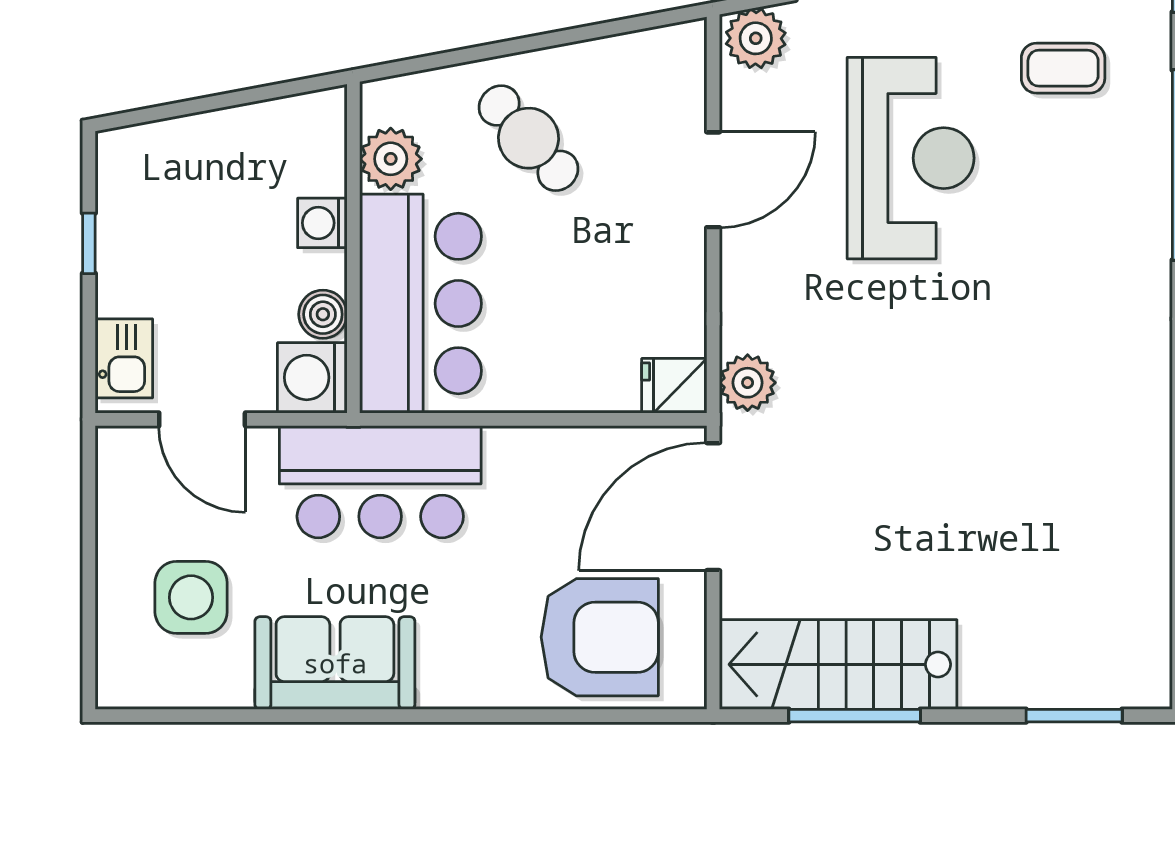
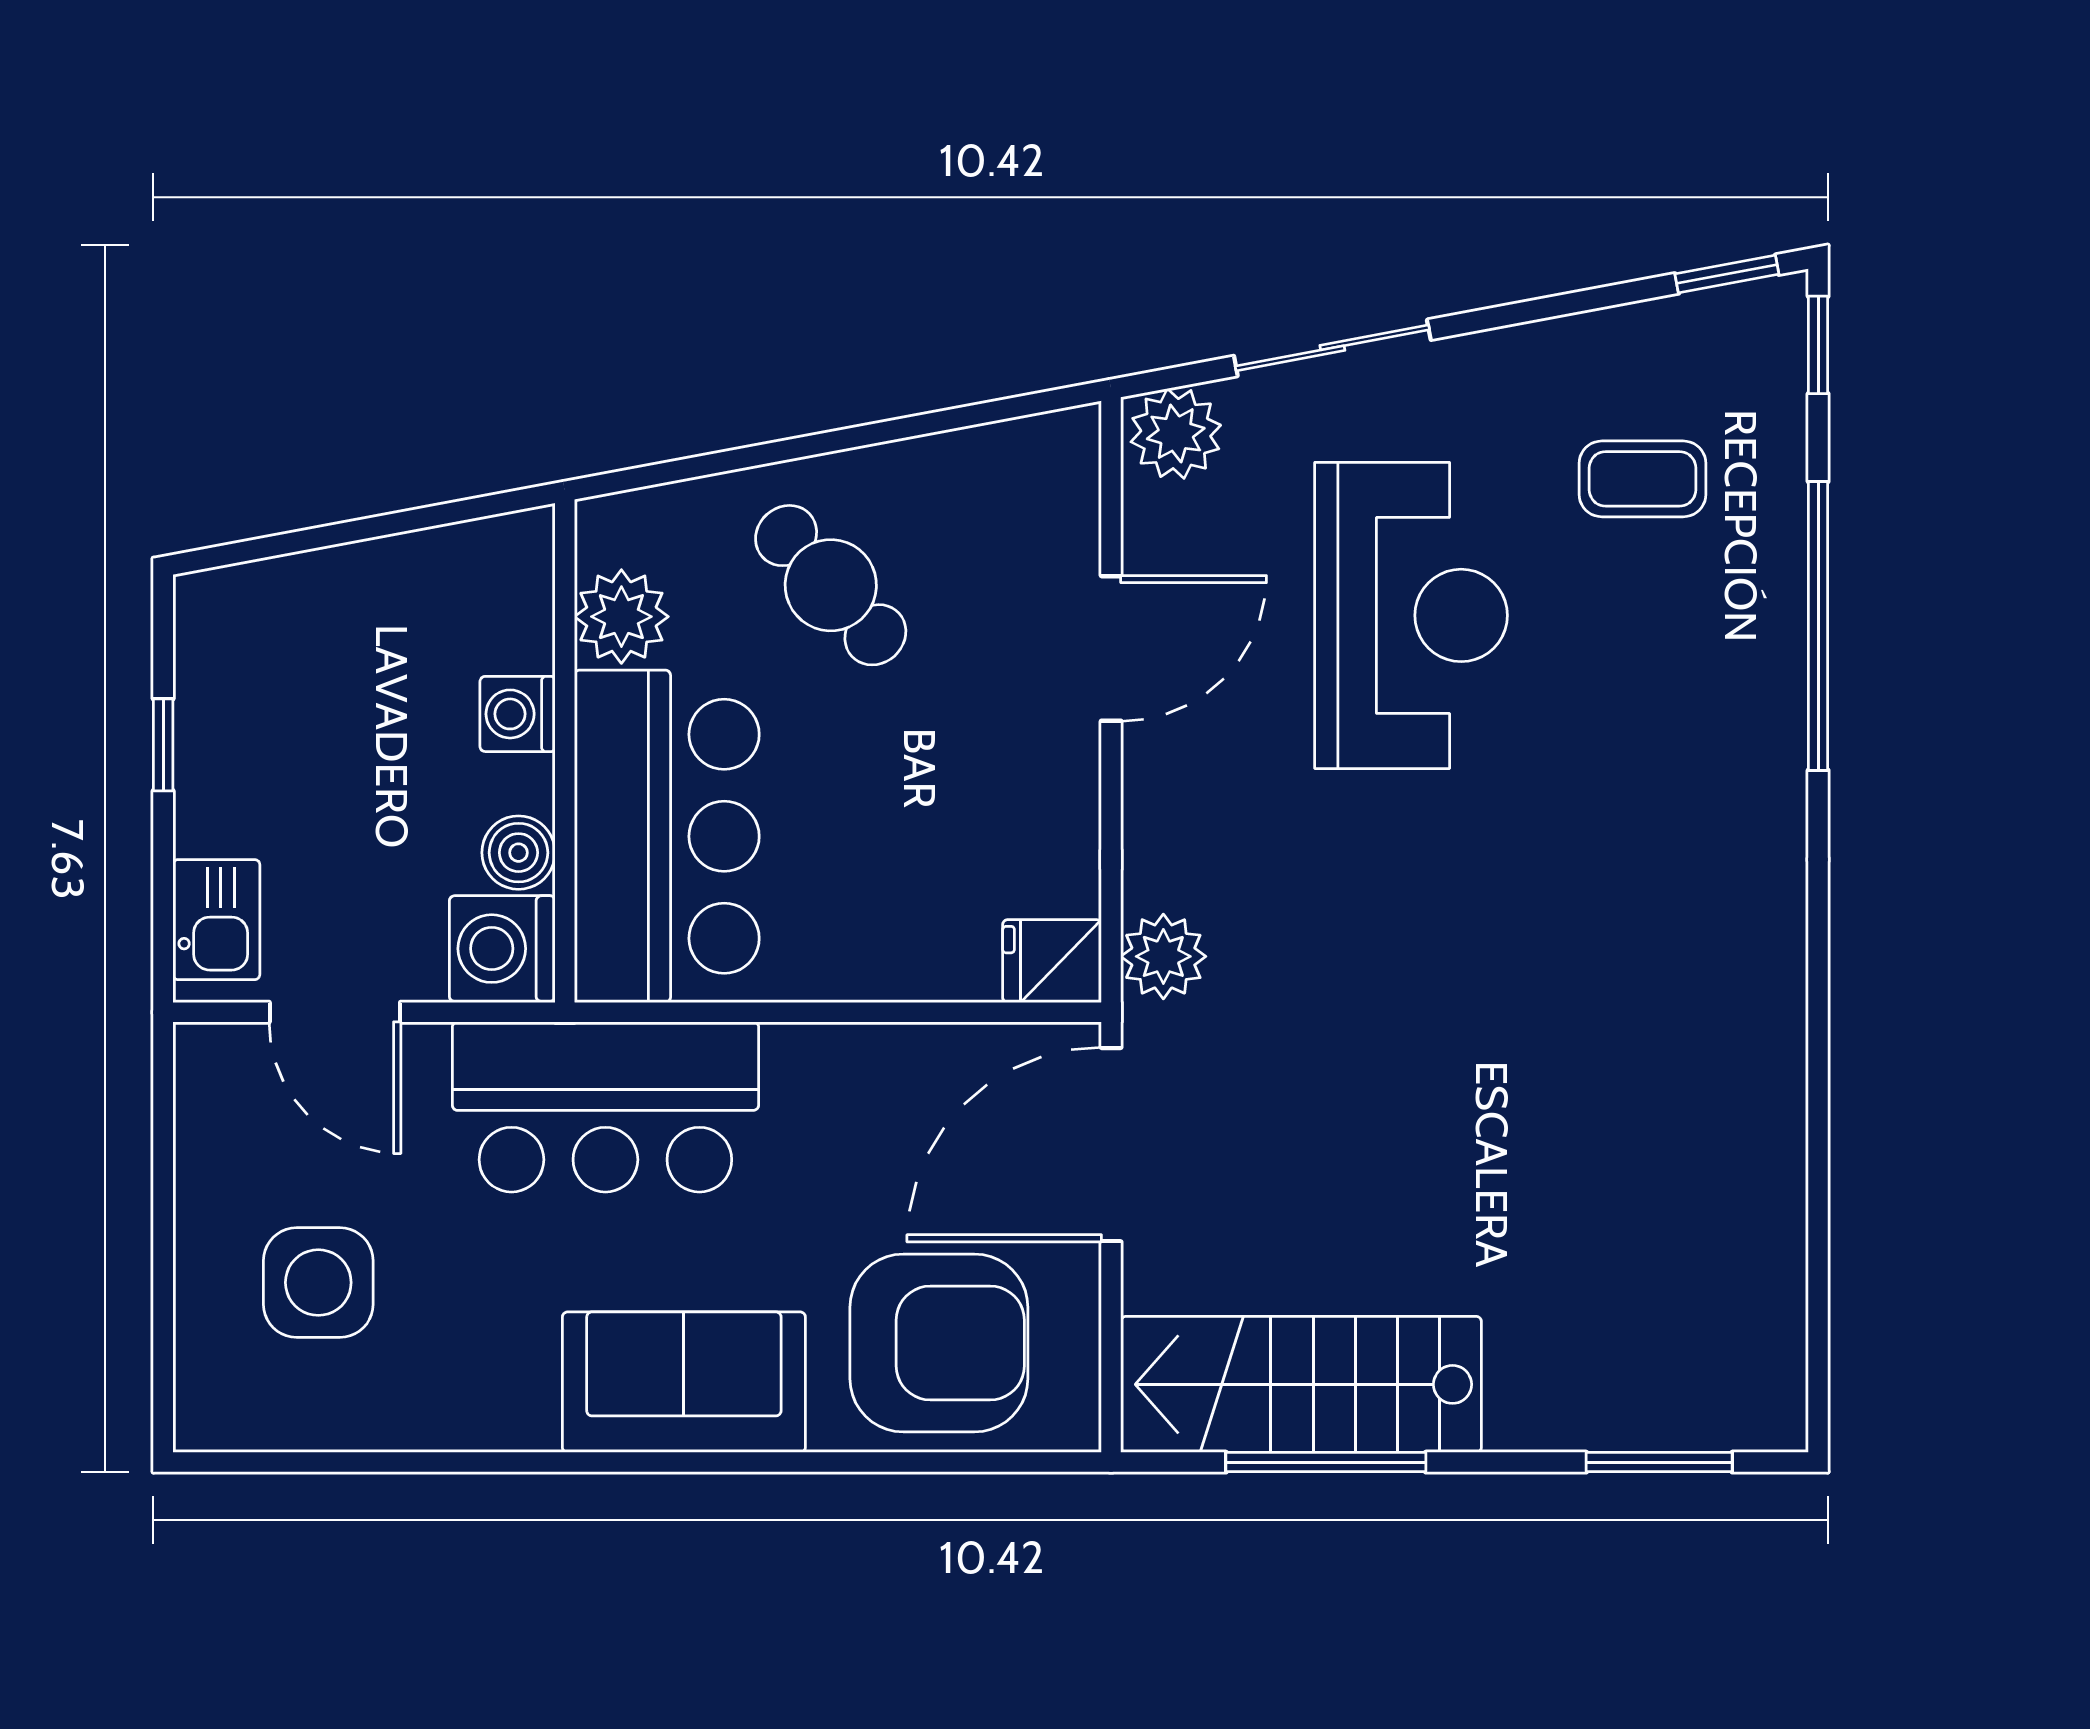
sofa: (335, 663) -> (684, 1382), moved

